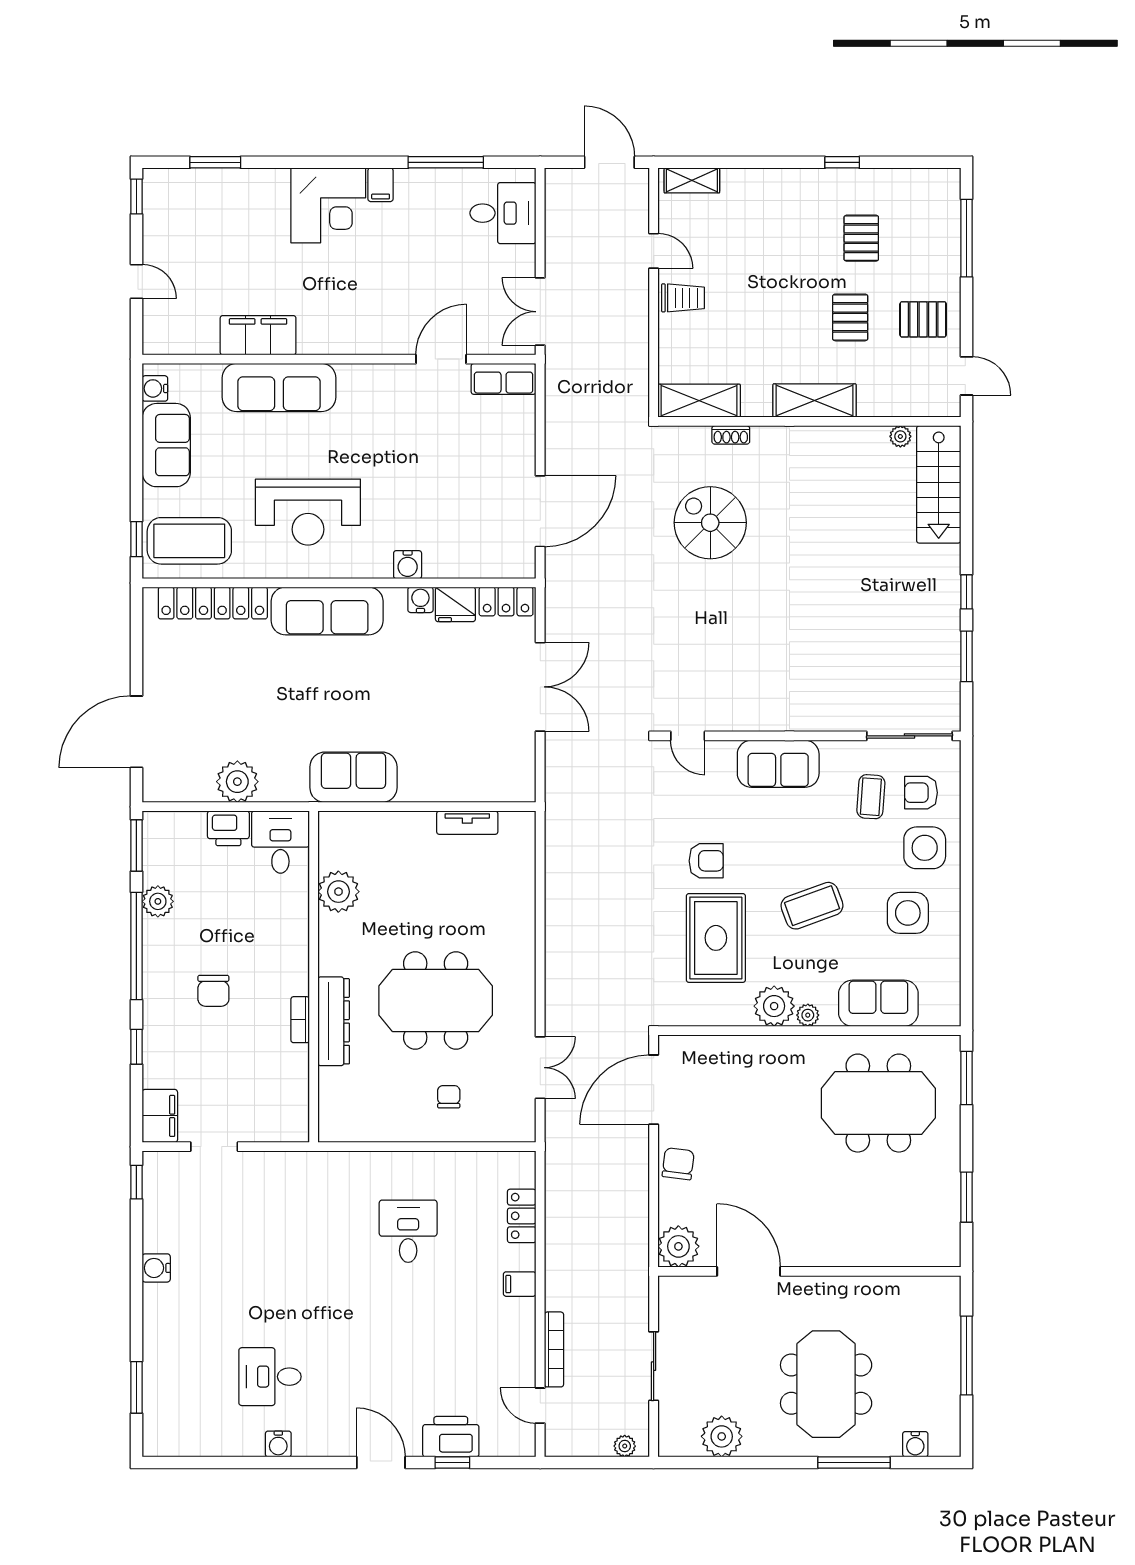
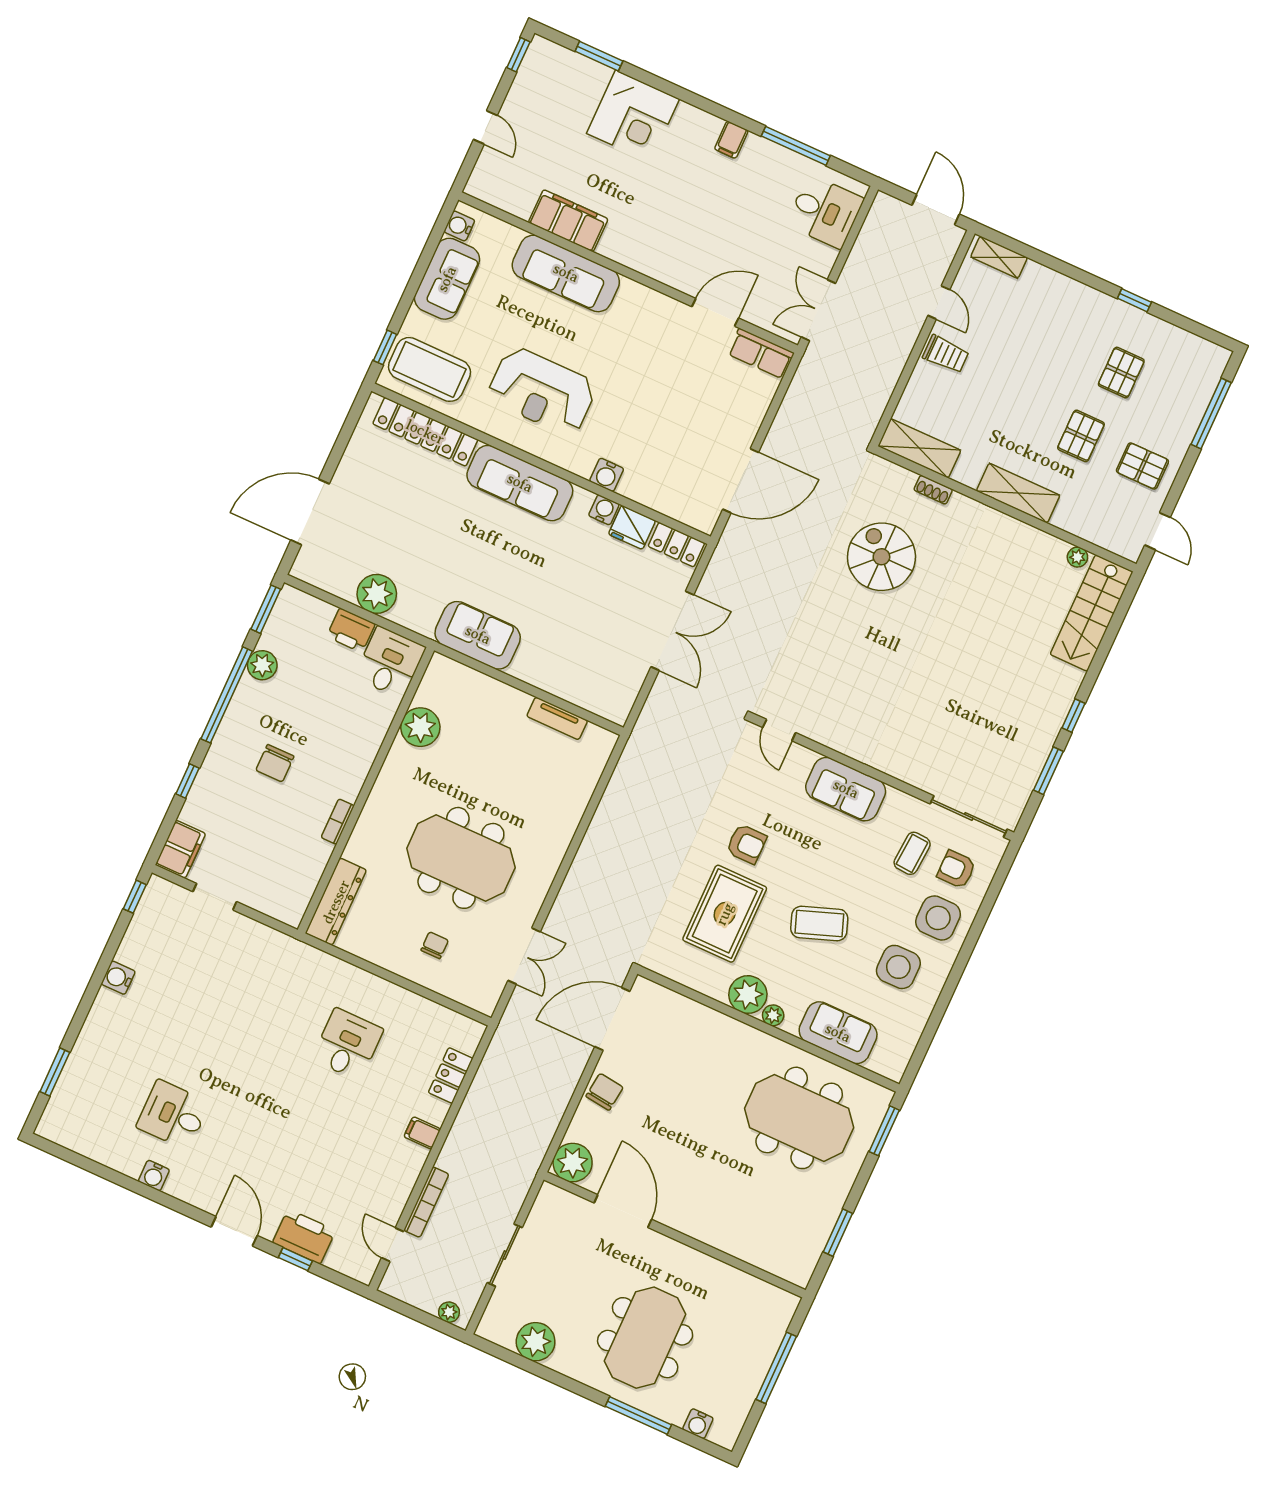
corner desk: (328, 205) -> (633, 116), moved
dresser: (334, 1021) -> (336, 902), moved

